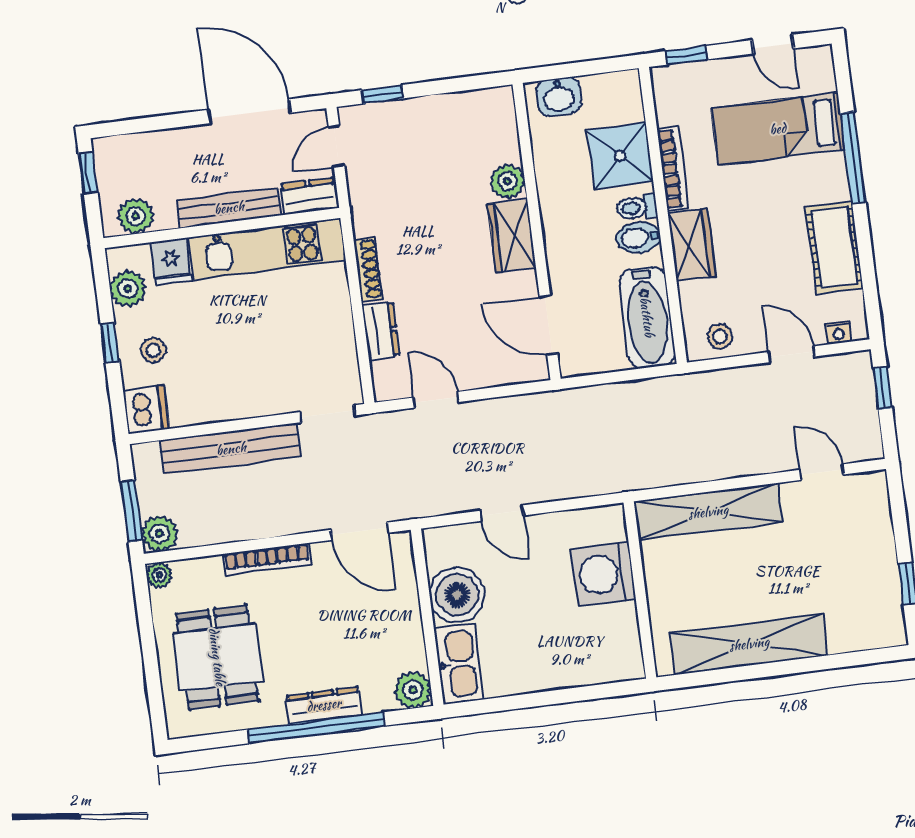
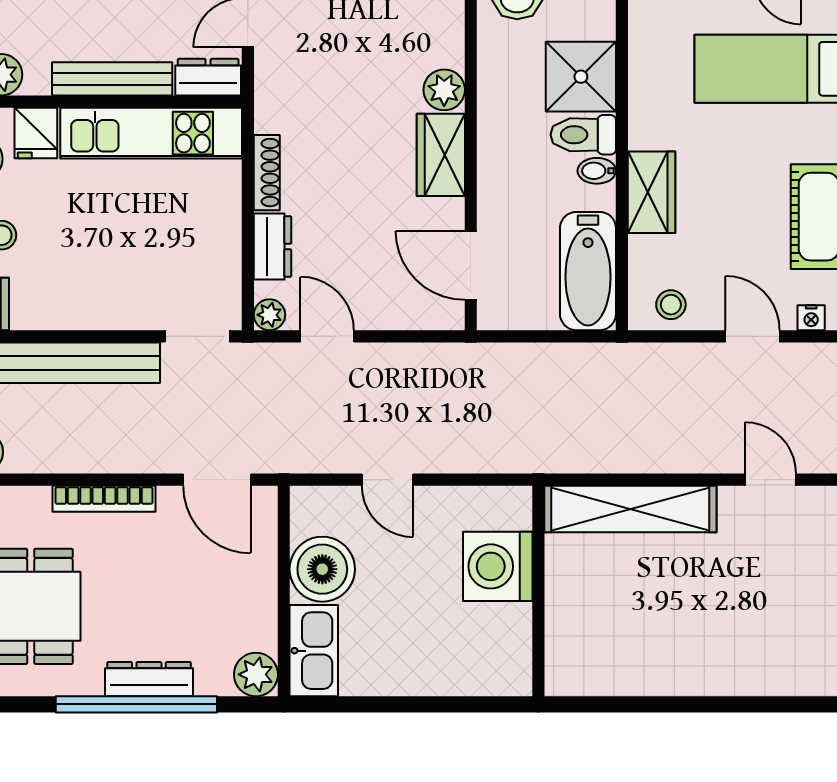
bookcase: (673, 169) -> (640, 100), removed
toilet: (637, 208) -> (583, 135), width x1.37, depth x1.39
bidet: (639, 238) -> (597, 171), width x0.72, depth x0.74
plant: (386, 388) -> (269, 315), added
shelving: (749, 644) -> (659, 671), removed

